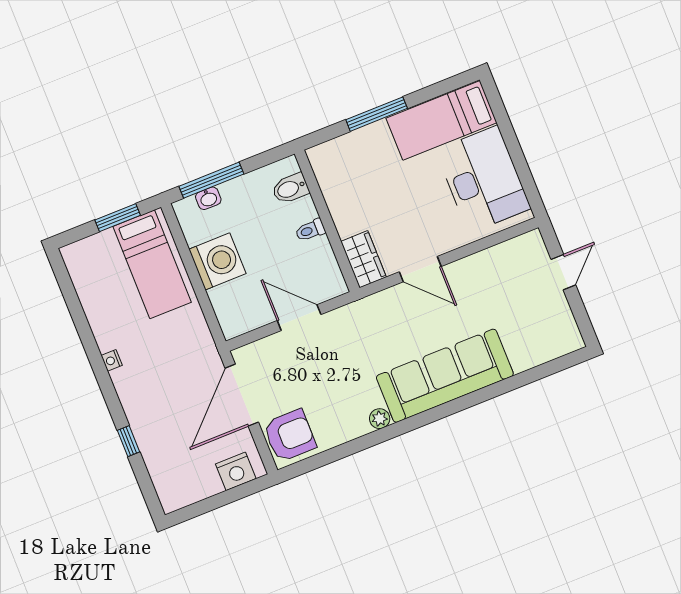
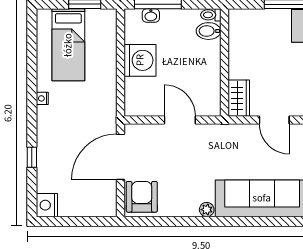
toilet: (310, 230) -> (211, 15), moved
bed: (152, 264) -> (68, 45), moved
armchair: (290, 436) -> (142, 197), turned -90
nightstand: (236, 471) -> (47, 205), moved, turned 90

